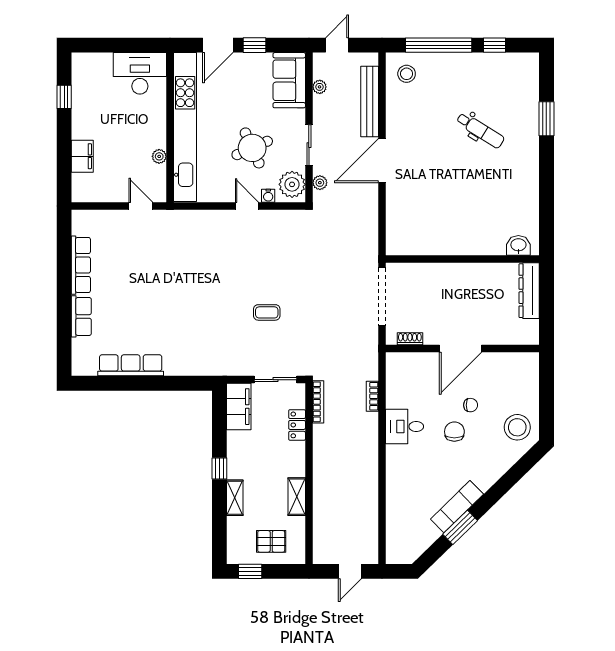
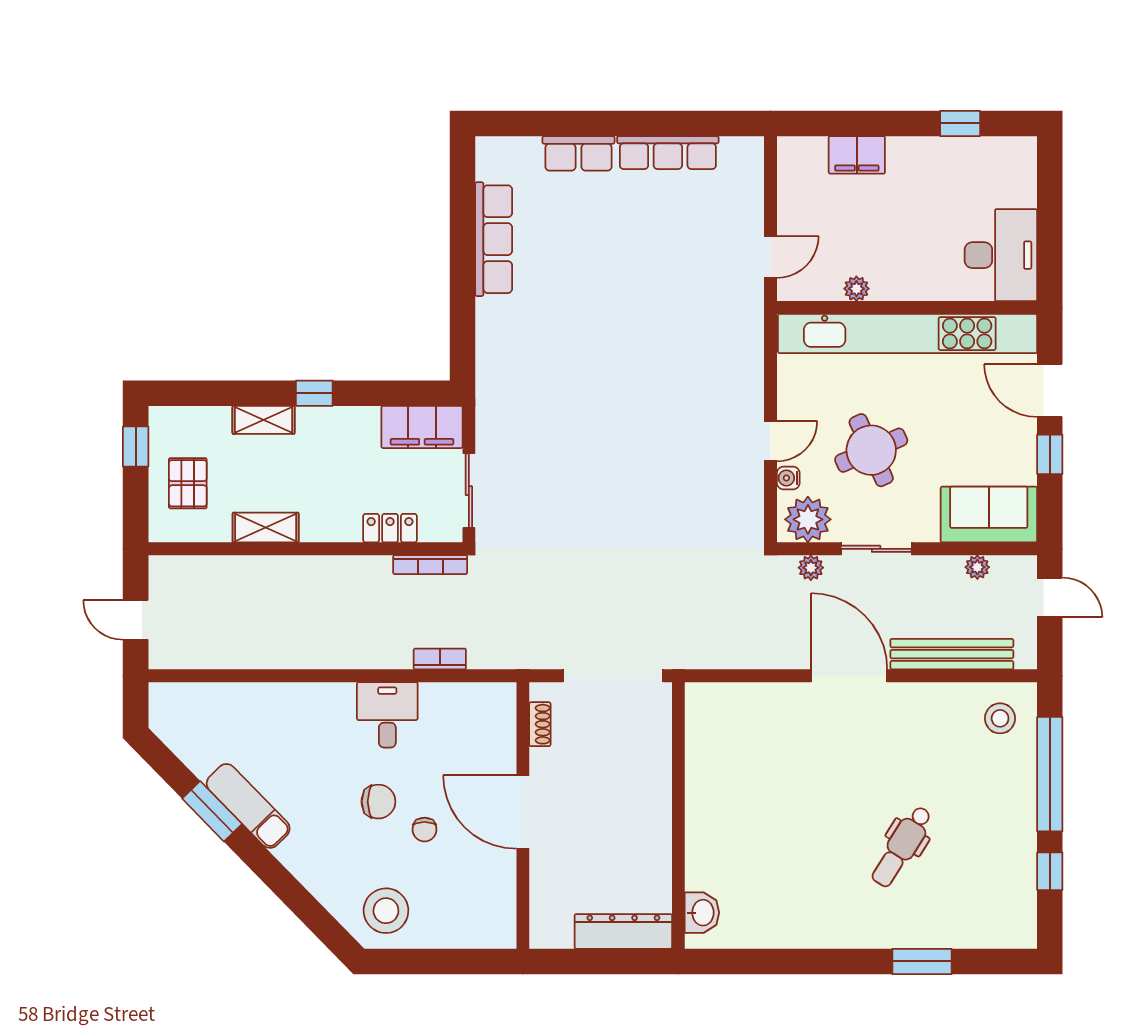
coffee table: (267, 312) -> (586, 476), removed

